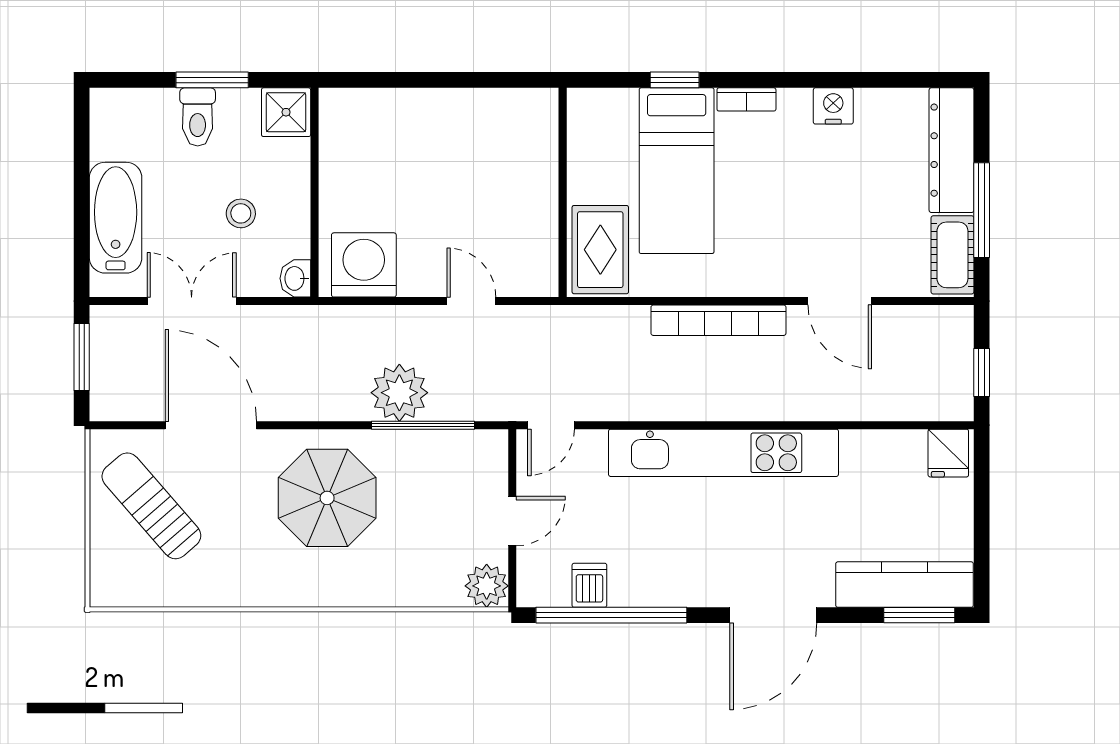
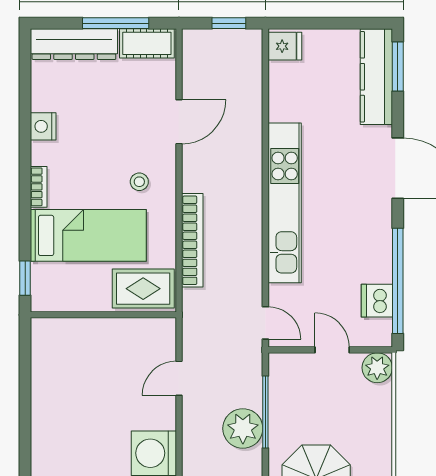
window: (675, 80) -> (25, 278), moved
stool: (754, 244) -> (139, 182), added
bookcase: (718, 320) -> (192, 240), moved
dishwasher: (589, 585) -> (377, 301), width x1.38

